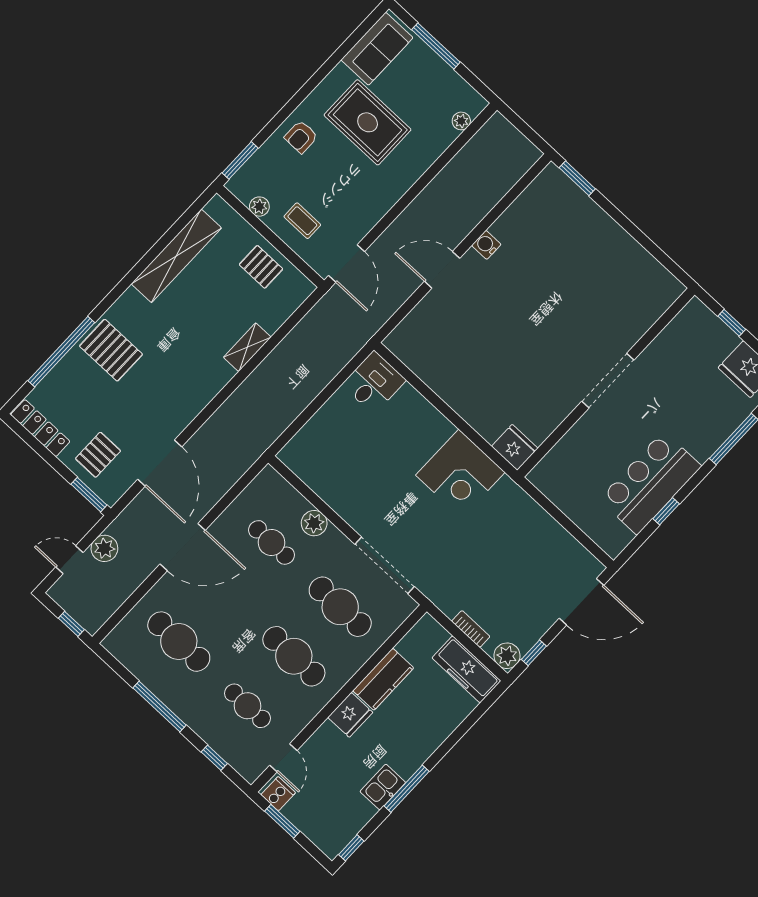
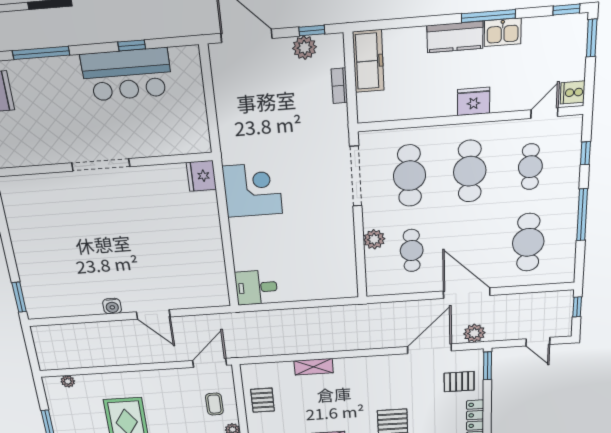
plant: (104, 548) -> (474, 333), moved
plant: (507, 656) -> (304, 48), moved
kitchen counter: (383, 679) -> (455, 37), moved, turned 180
window: (282, 821) -> (592, 38), moved

